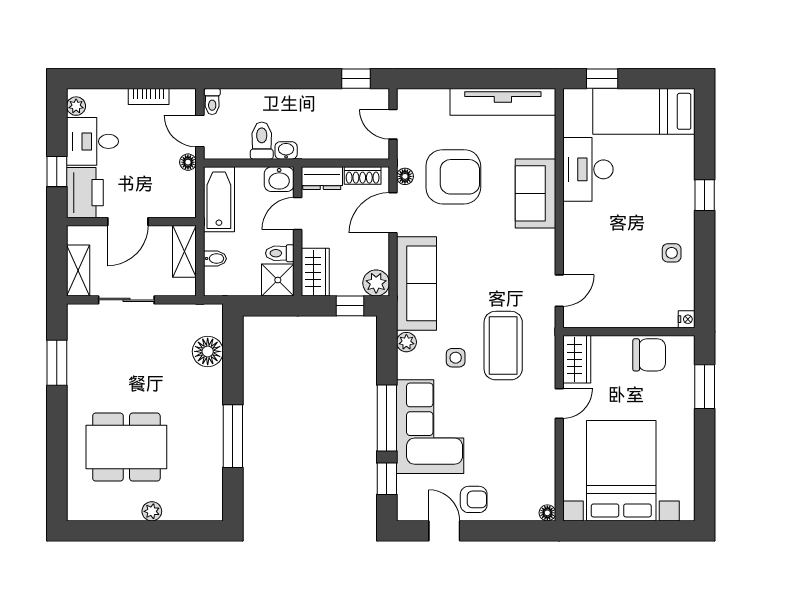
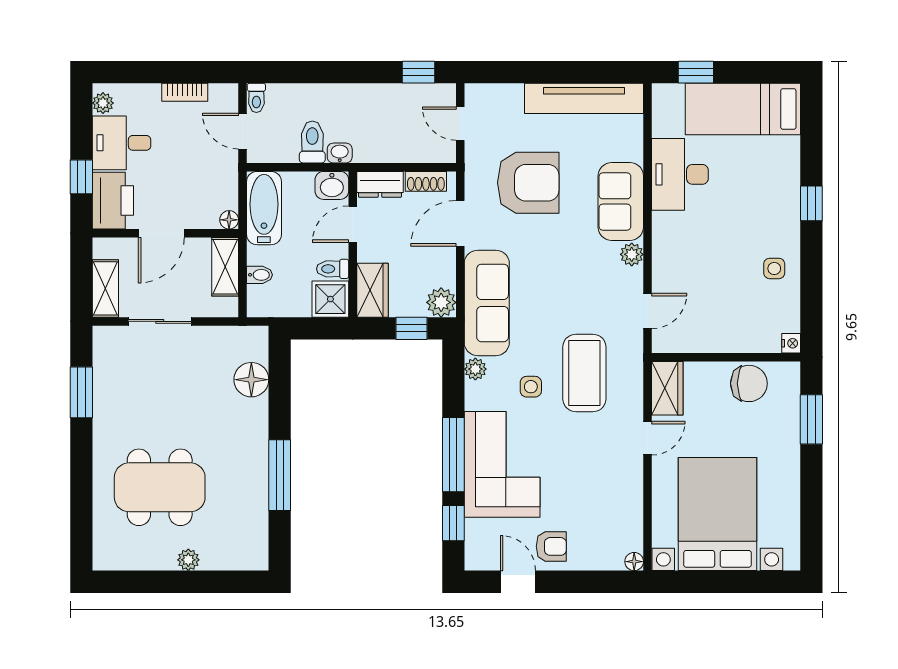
floor lamp: (188, 162) -> (229, 220), moved
floor lamp: (405, 176) -> (474, 182), removed
plant: (545, 240) -> (632, 254), added

